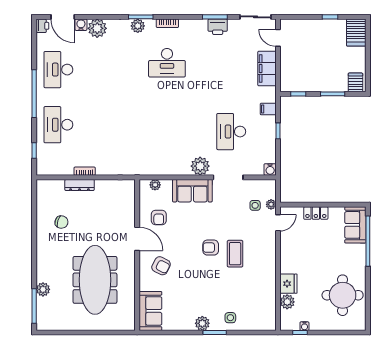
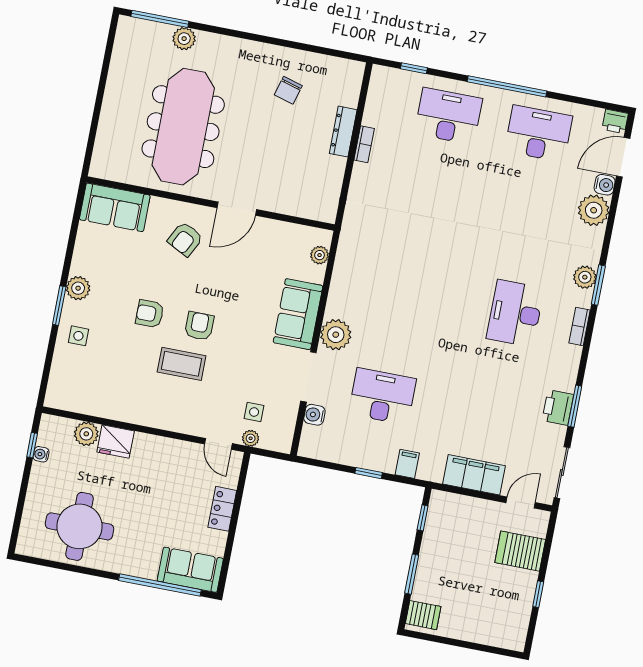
server rack: (356, 33) -> (520, 551), moved
water cooler: (270, 169) -> (314, 415), moved
armchair: (159, 217) -> (150, 314), moved
meeting table: (95, 280) -> (183, 127), turned 90

